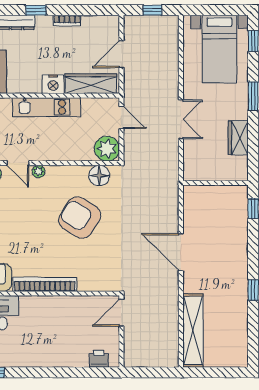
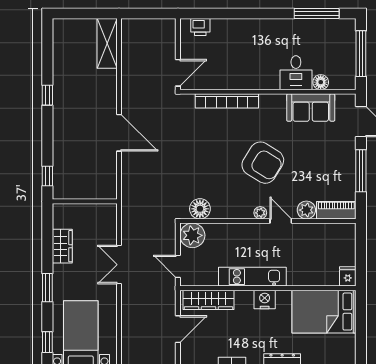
nightstand: (53, 84) -> (265, 299), moved
armchair: (80, 218) -> (263, 163), moved
bookcase: (45, 284) -> (227, 101), moved
shelving: (193, 330) -> (107, 43), width x0.68

